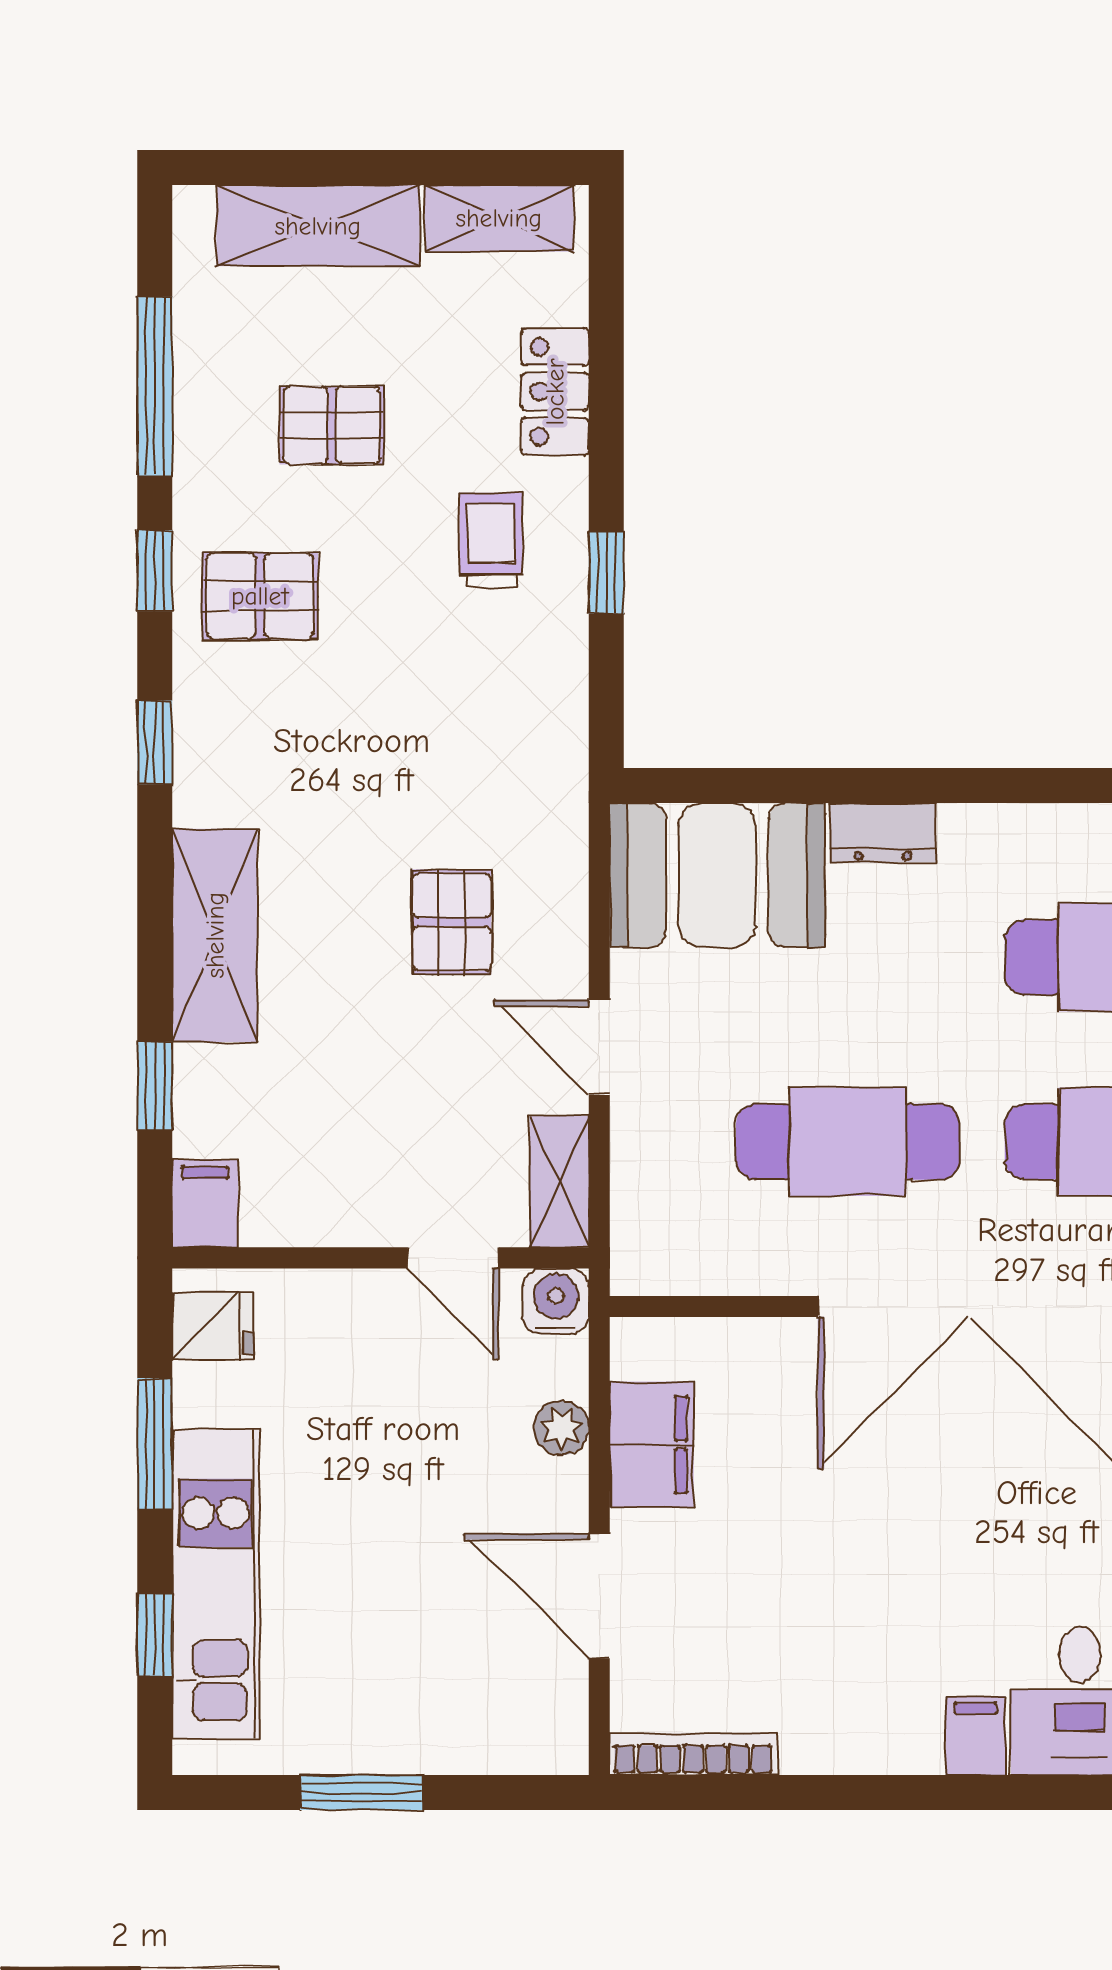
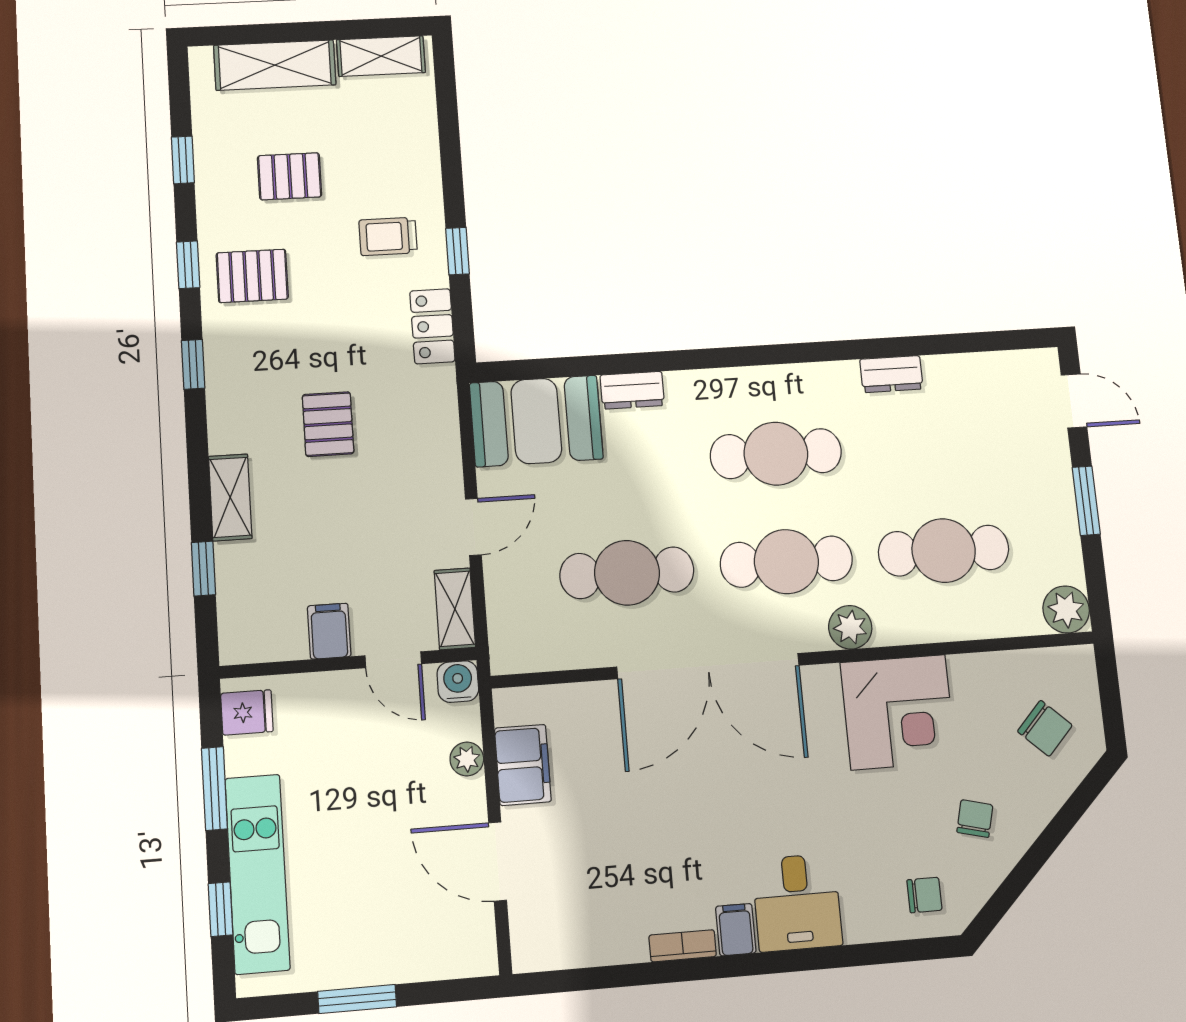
window: (155, 386) -> (183, 160), width x0.46
locker: (555, 392) -> (432, 326), moved
trolley: (491, 540) -> (388, 236), turned -90
pallet: (452, 922) -> (328, 424), moved
shelving: (215, 935) -> (230, 497), width x0.67, depth x0.75
door: (599, 1047) -> (473, 527), swing flipped
filing cabinet: (205, 1203) -> (329, 631), moved
bookcase: (693, 1754) -> (683, 946), moved, width x0.64

